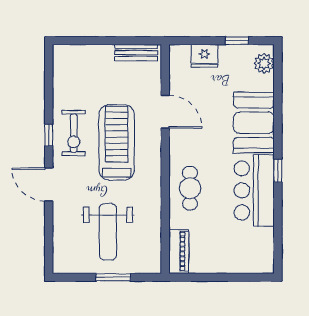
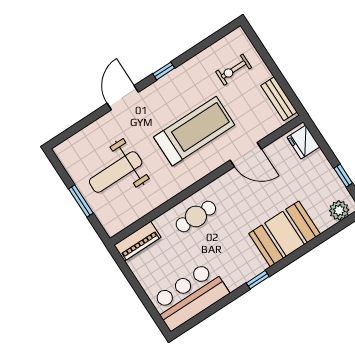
fridge: (204, 56) -> (303, 142), moved
door: (165, 112) -> (246, 155), hinge flipped
exercise bike: (74, 133) -> (234, 70), moved, width x0.73, depth x0.72
bar counter: (254, 190) -> (190, 296), moved

